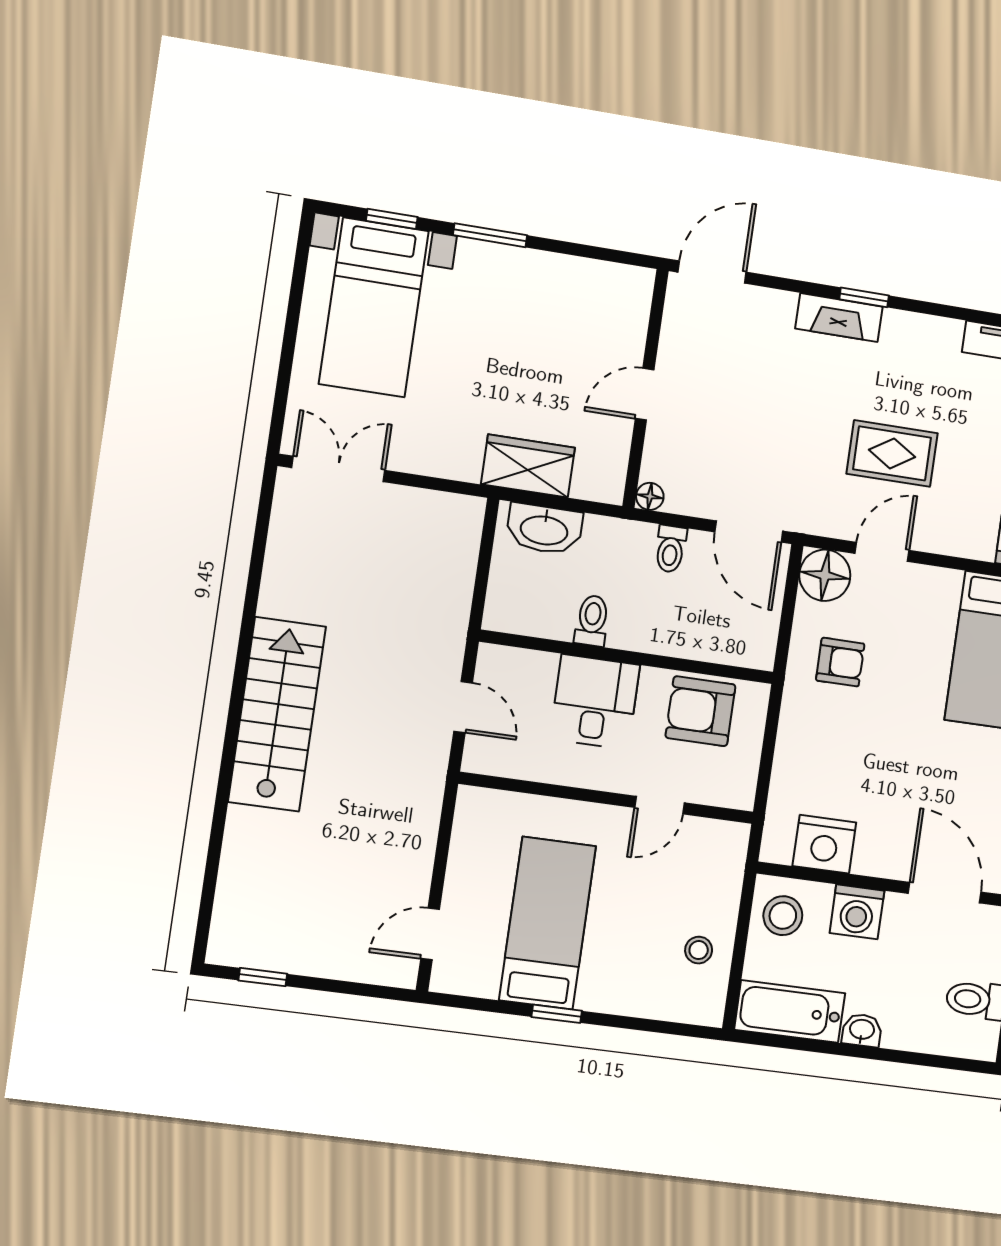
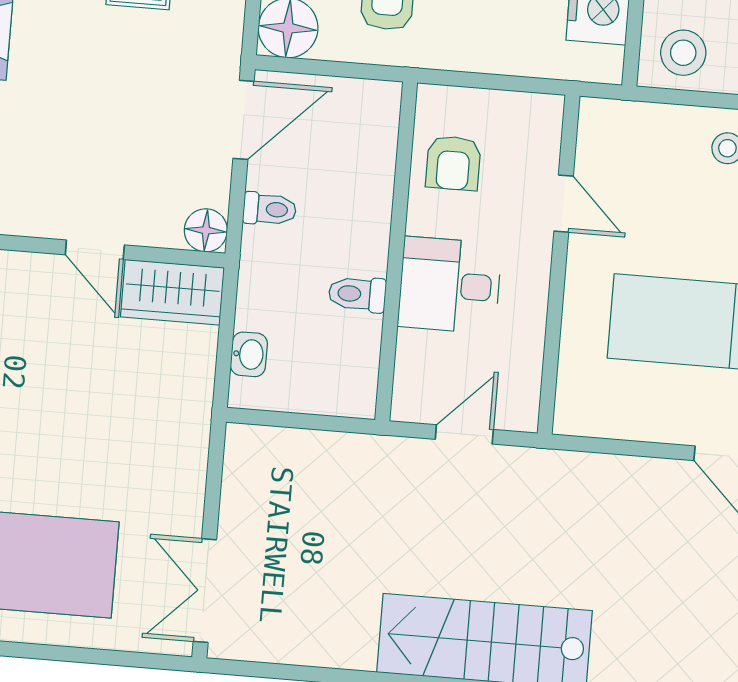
wardrobe: (528, 466) -> (172, 292), moved, turned -90
floor lamp: (650, 496) -> (206, 230), width x1.37, depth x1.37
washbasin: (544, 529) -> (249, 354), width x0.52, depth x0.69
armchair: (700, 711) -> (453, 163), width x0.72, depth x0.72

